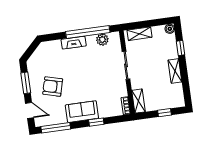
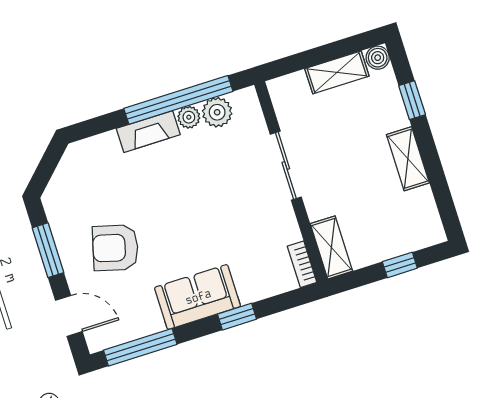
shelving: (139, 34) -> (337, 72), moved
plant: (91, 40) -> (189, 117), added

